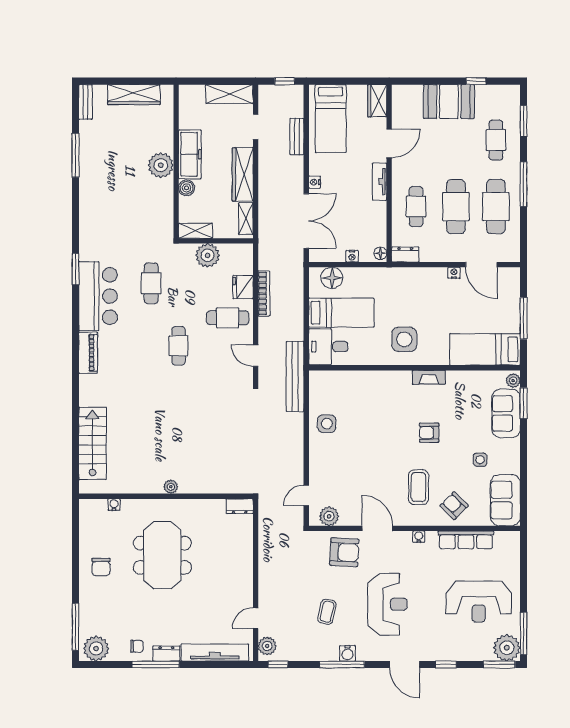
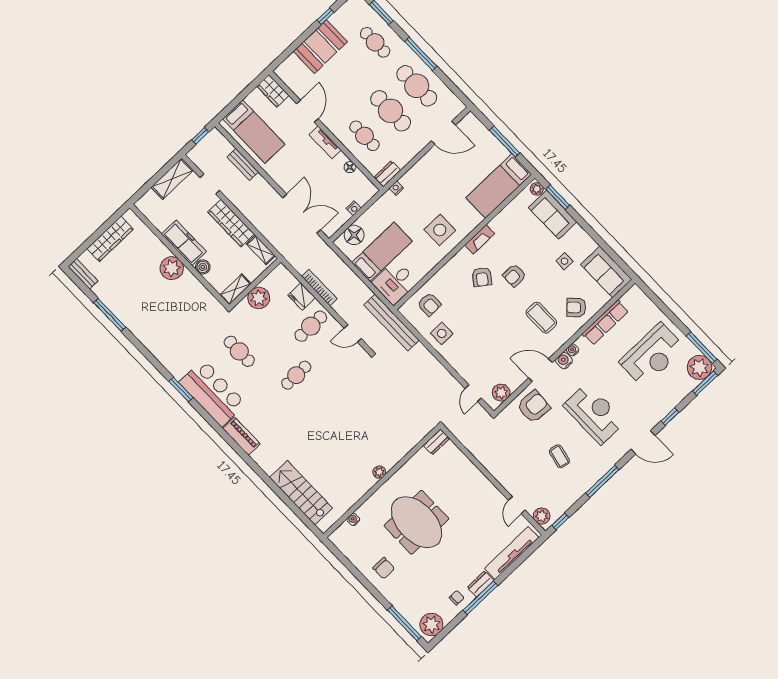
nightstand: (315, 182) -> (283, 183), removed
floor lamp: (380, 253) -> (350, 167), moved
nightstand: (454, 273) -> (396, 188), moved
cafe table: (179, 346) -> (296, 375), turned 90
armchair: (339, 391) -> (429, 304), added
armchair: (402, 409) -> (482, 277), added
water cooler: (347, 653) -> (564, 361), moved, turned 180

